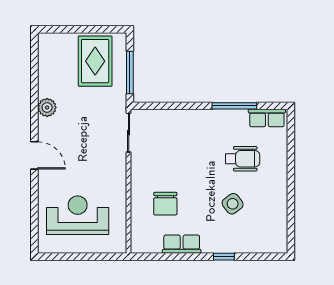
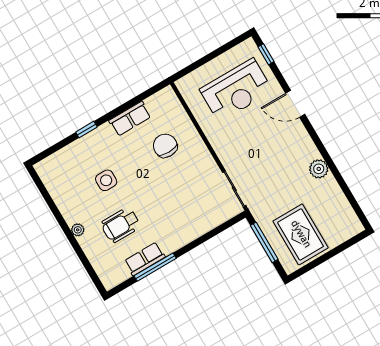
row of seats: (267, 118) -> (145, 259), moved
door: (34, 155) -> (295, 104), moved
plant: (281, 176) -> (78, 230), added
side table: (233, 204) -> (106, 180), turned 37
window: (34, 231) -> (266, 54), added

